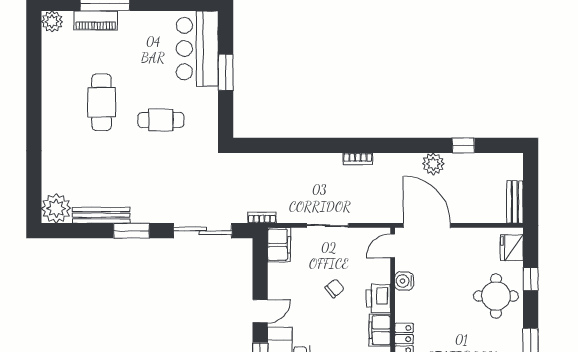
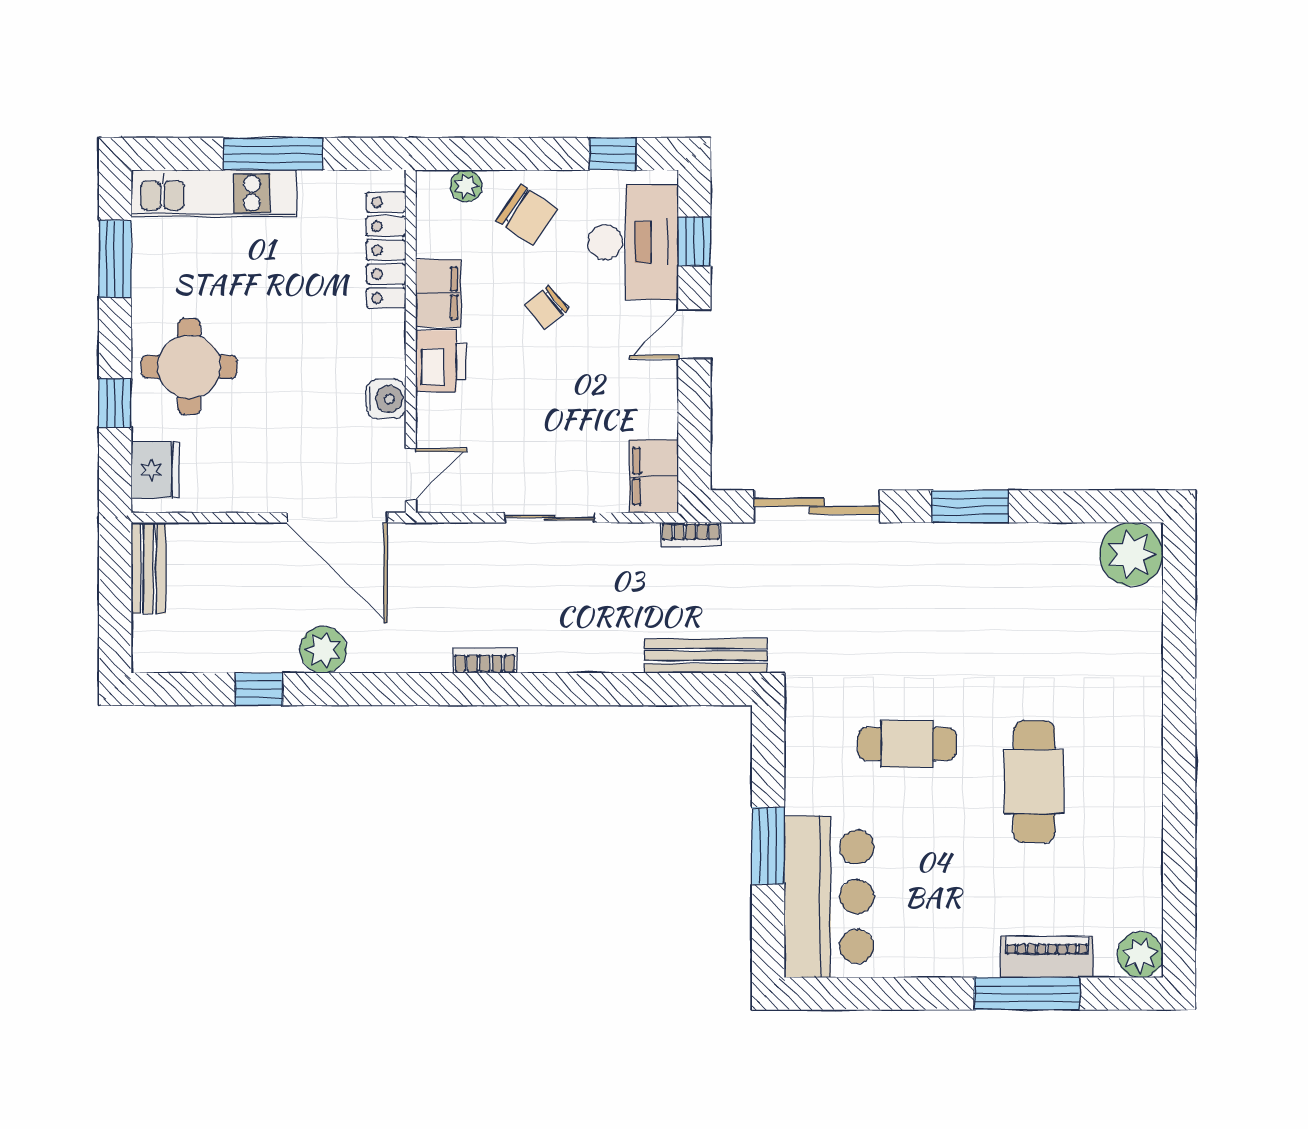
bench: (101, 215) -> (706, 656), moved
chair: (335, 288) -> (547, 307), moved

